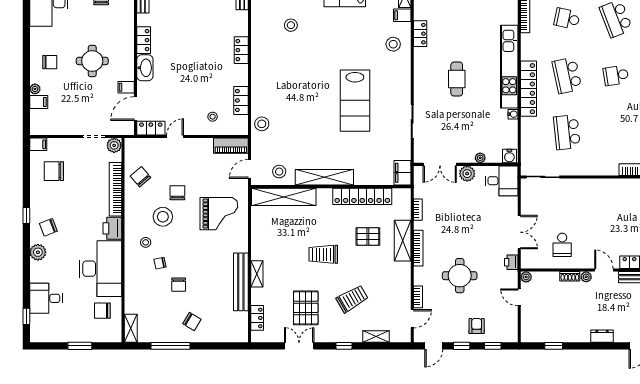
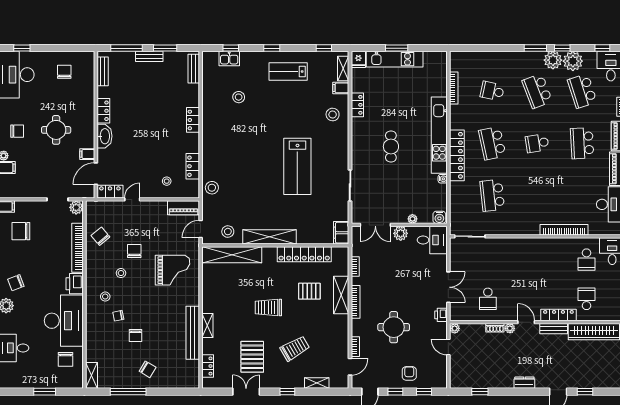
stool: (163, 217) -> (121, 273), width x0.53, depth x0.53
chair: (102, 311) -> (65, 359), turned -90

